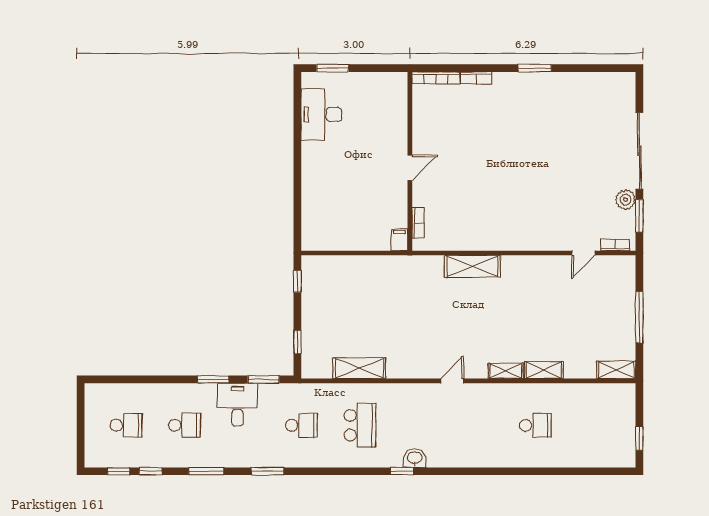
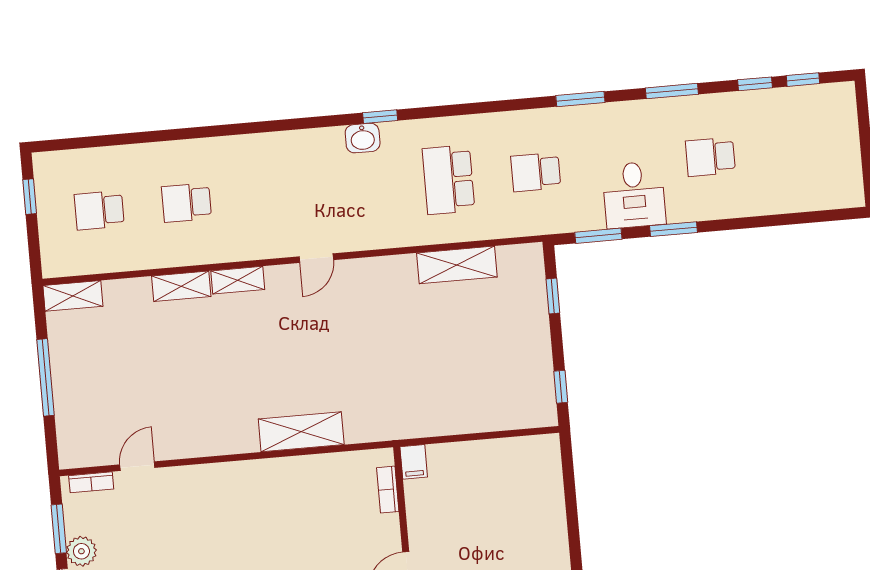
school desk: (126, 425) -> (99, 210), moved

